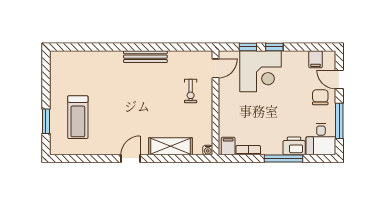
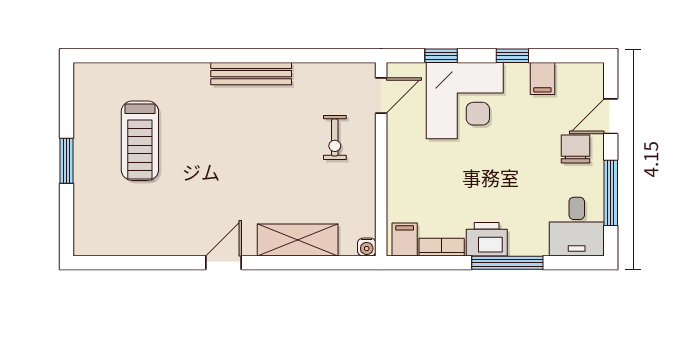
window: (274, 47) -> (512, 56), moved
filing cabinet: (316, 59) -> (542, 79), moved
door: (339, 80) -> (611, 116), hinge flipped
treadmill: (78, 117) -> (140, 141), moved
window: (46, 121) -> (67, 161), moved
printer: (294, 146) -> (487, 239), moved

